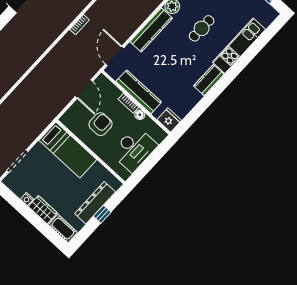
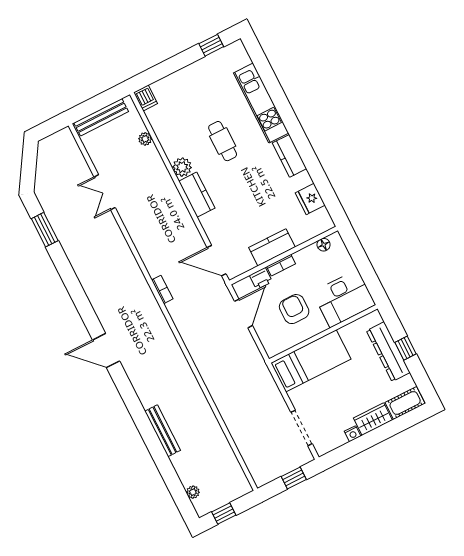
kitchen counter: (151, 30) -> (197, 195), width x0.67
door: (84, 89) -> (243, 313), hinge flipped
printer: (114, 92) -> (261, 278), added
kitchen counter: (139, 92) -> (272, 247), width x0.67
floor lamp: (140, 115) -> (324, 245), moved
fridge: (169, 120) -> (310, 199), moved, turned -90
desk: (134, 149) -> (344, 298), moved, turned 90

